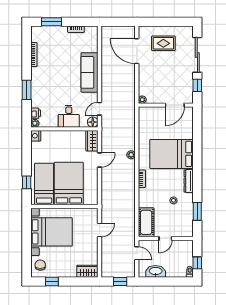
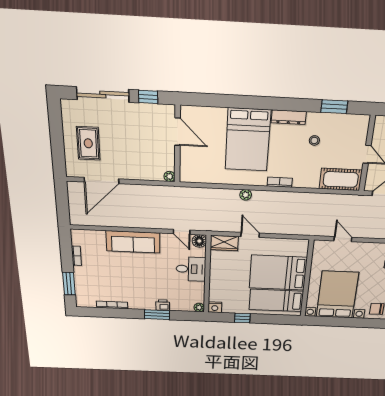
printer: (36, 113) -> (163, 305), moved
window: (27, 182) -> (242, 318), moved

